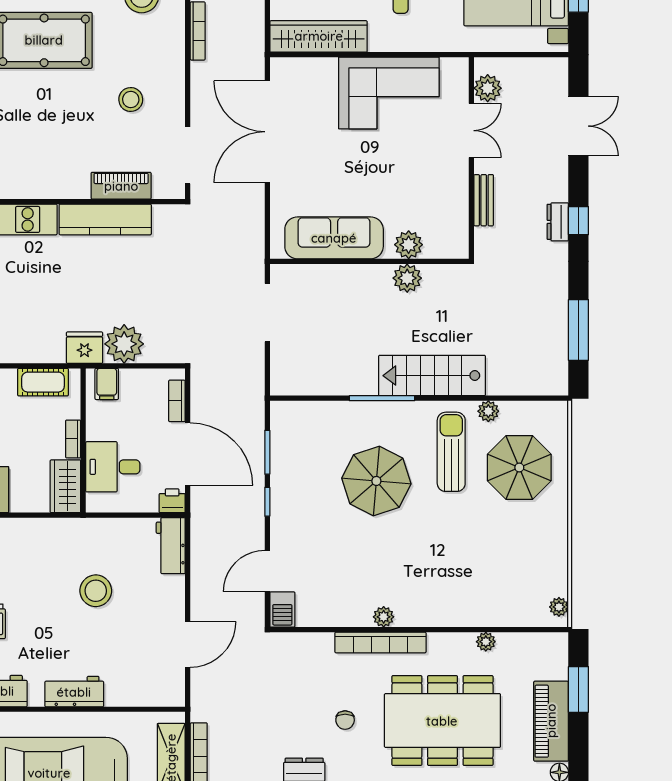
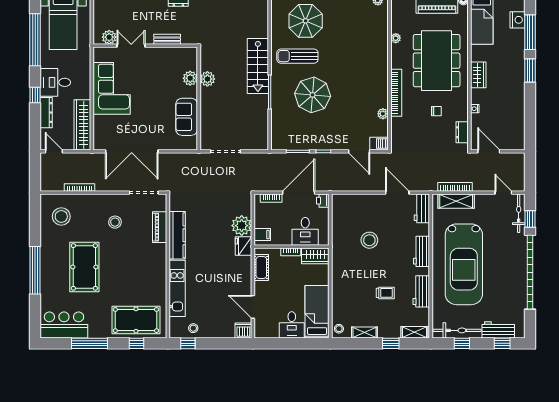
sofa: (334, 238) -> (187, 117), width x0.73
plant: (488, 411) -> (276, 37), removed
workbench: (171, 546) -> (422, 208), moved, turned 90
plant: (384, 617) -> (383, 114), moved

